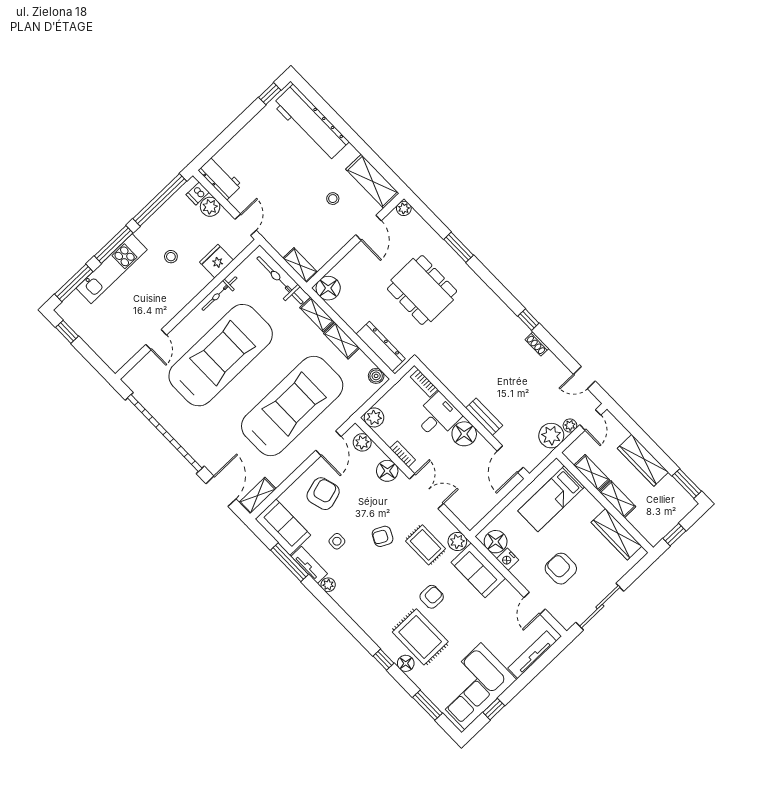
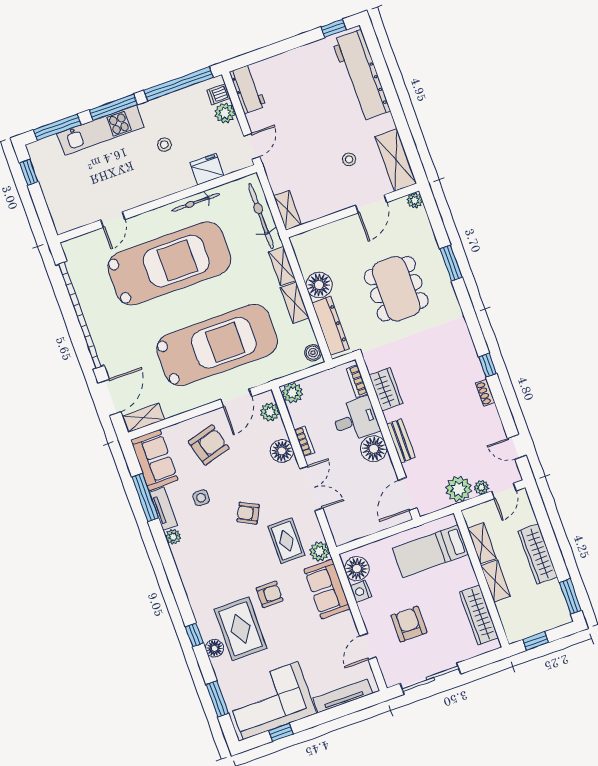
floor lamp: (328, 288) -> (319, 285), moved
wardrobe: (452, 379) -> (386, 389), added

